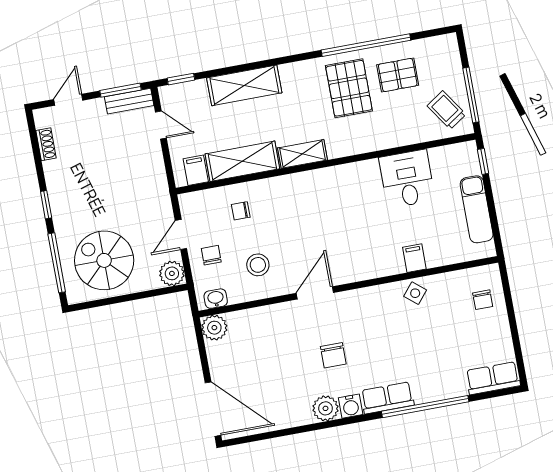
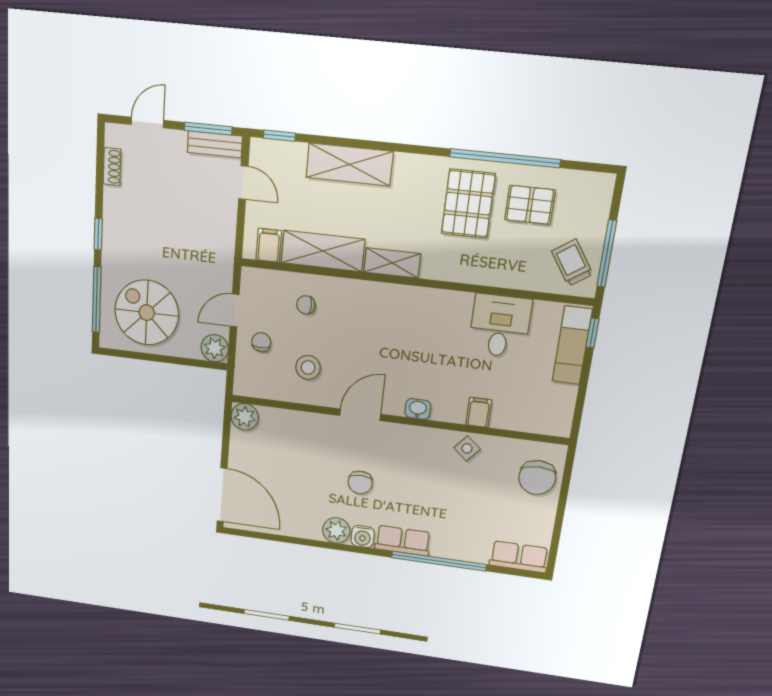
exam couch: (477, 209) -> (572, 345), moved
washbasin: (216, 299) -> (418, 409), moved
chair: (483, 300) -> (537, 478), width x1.87, depth x1.87

